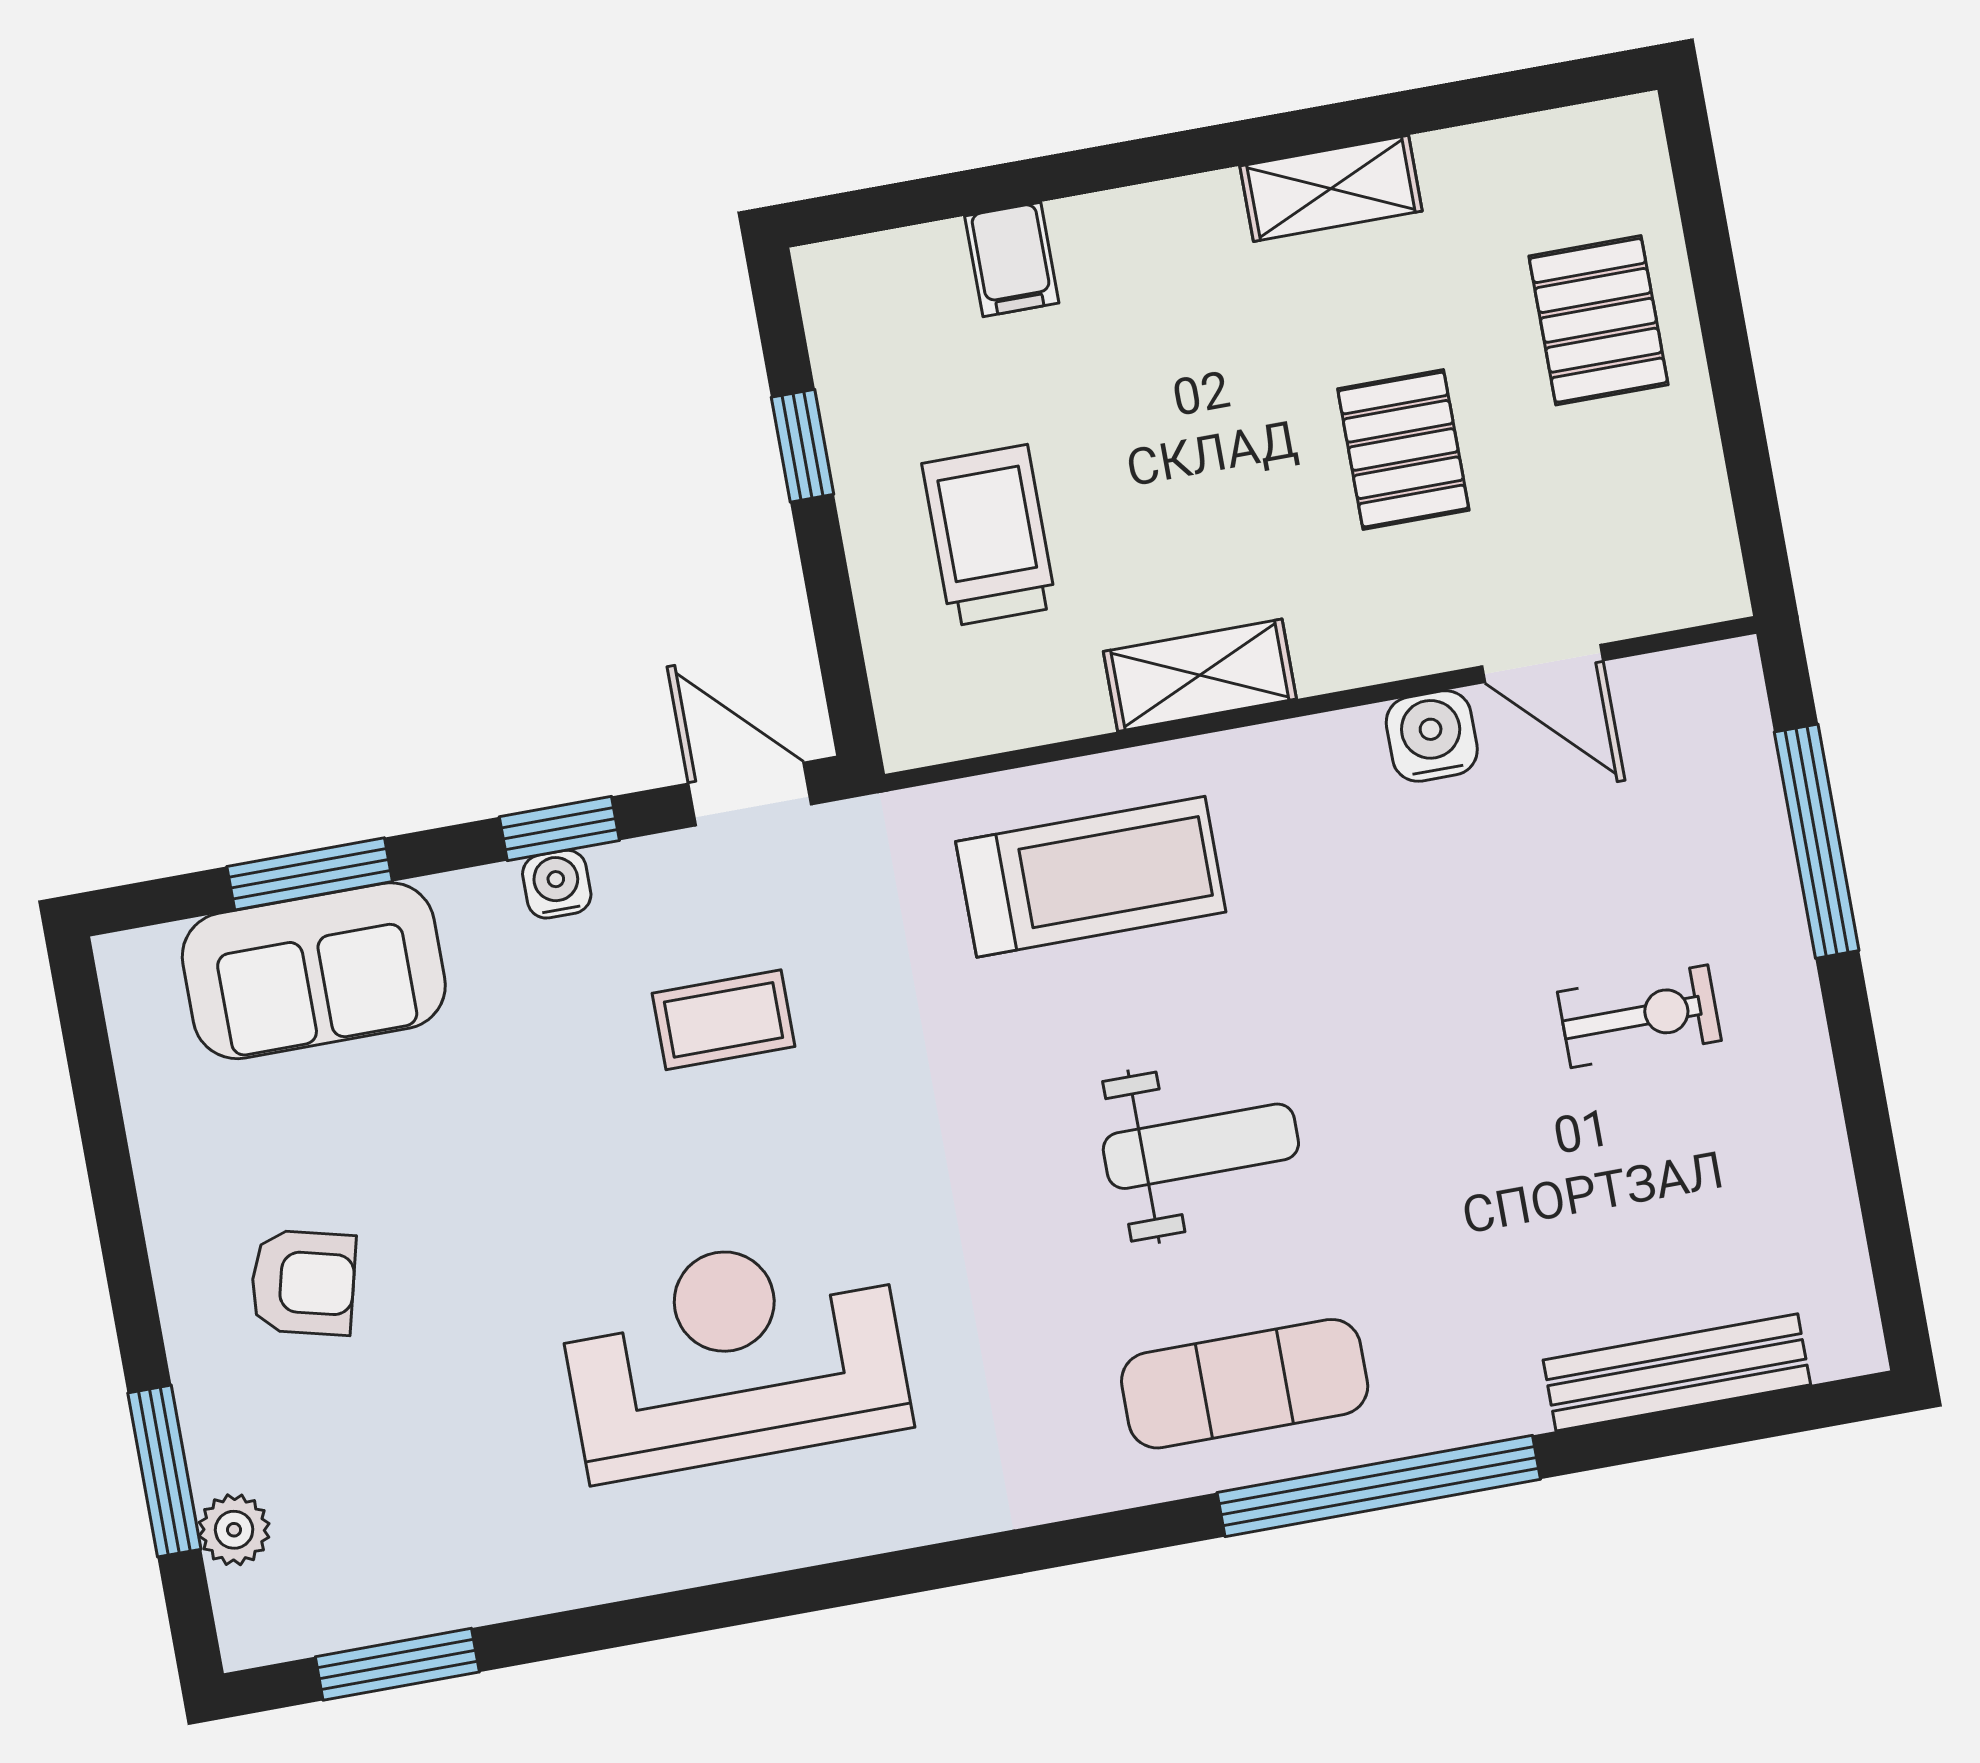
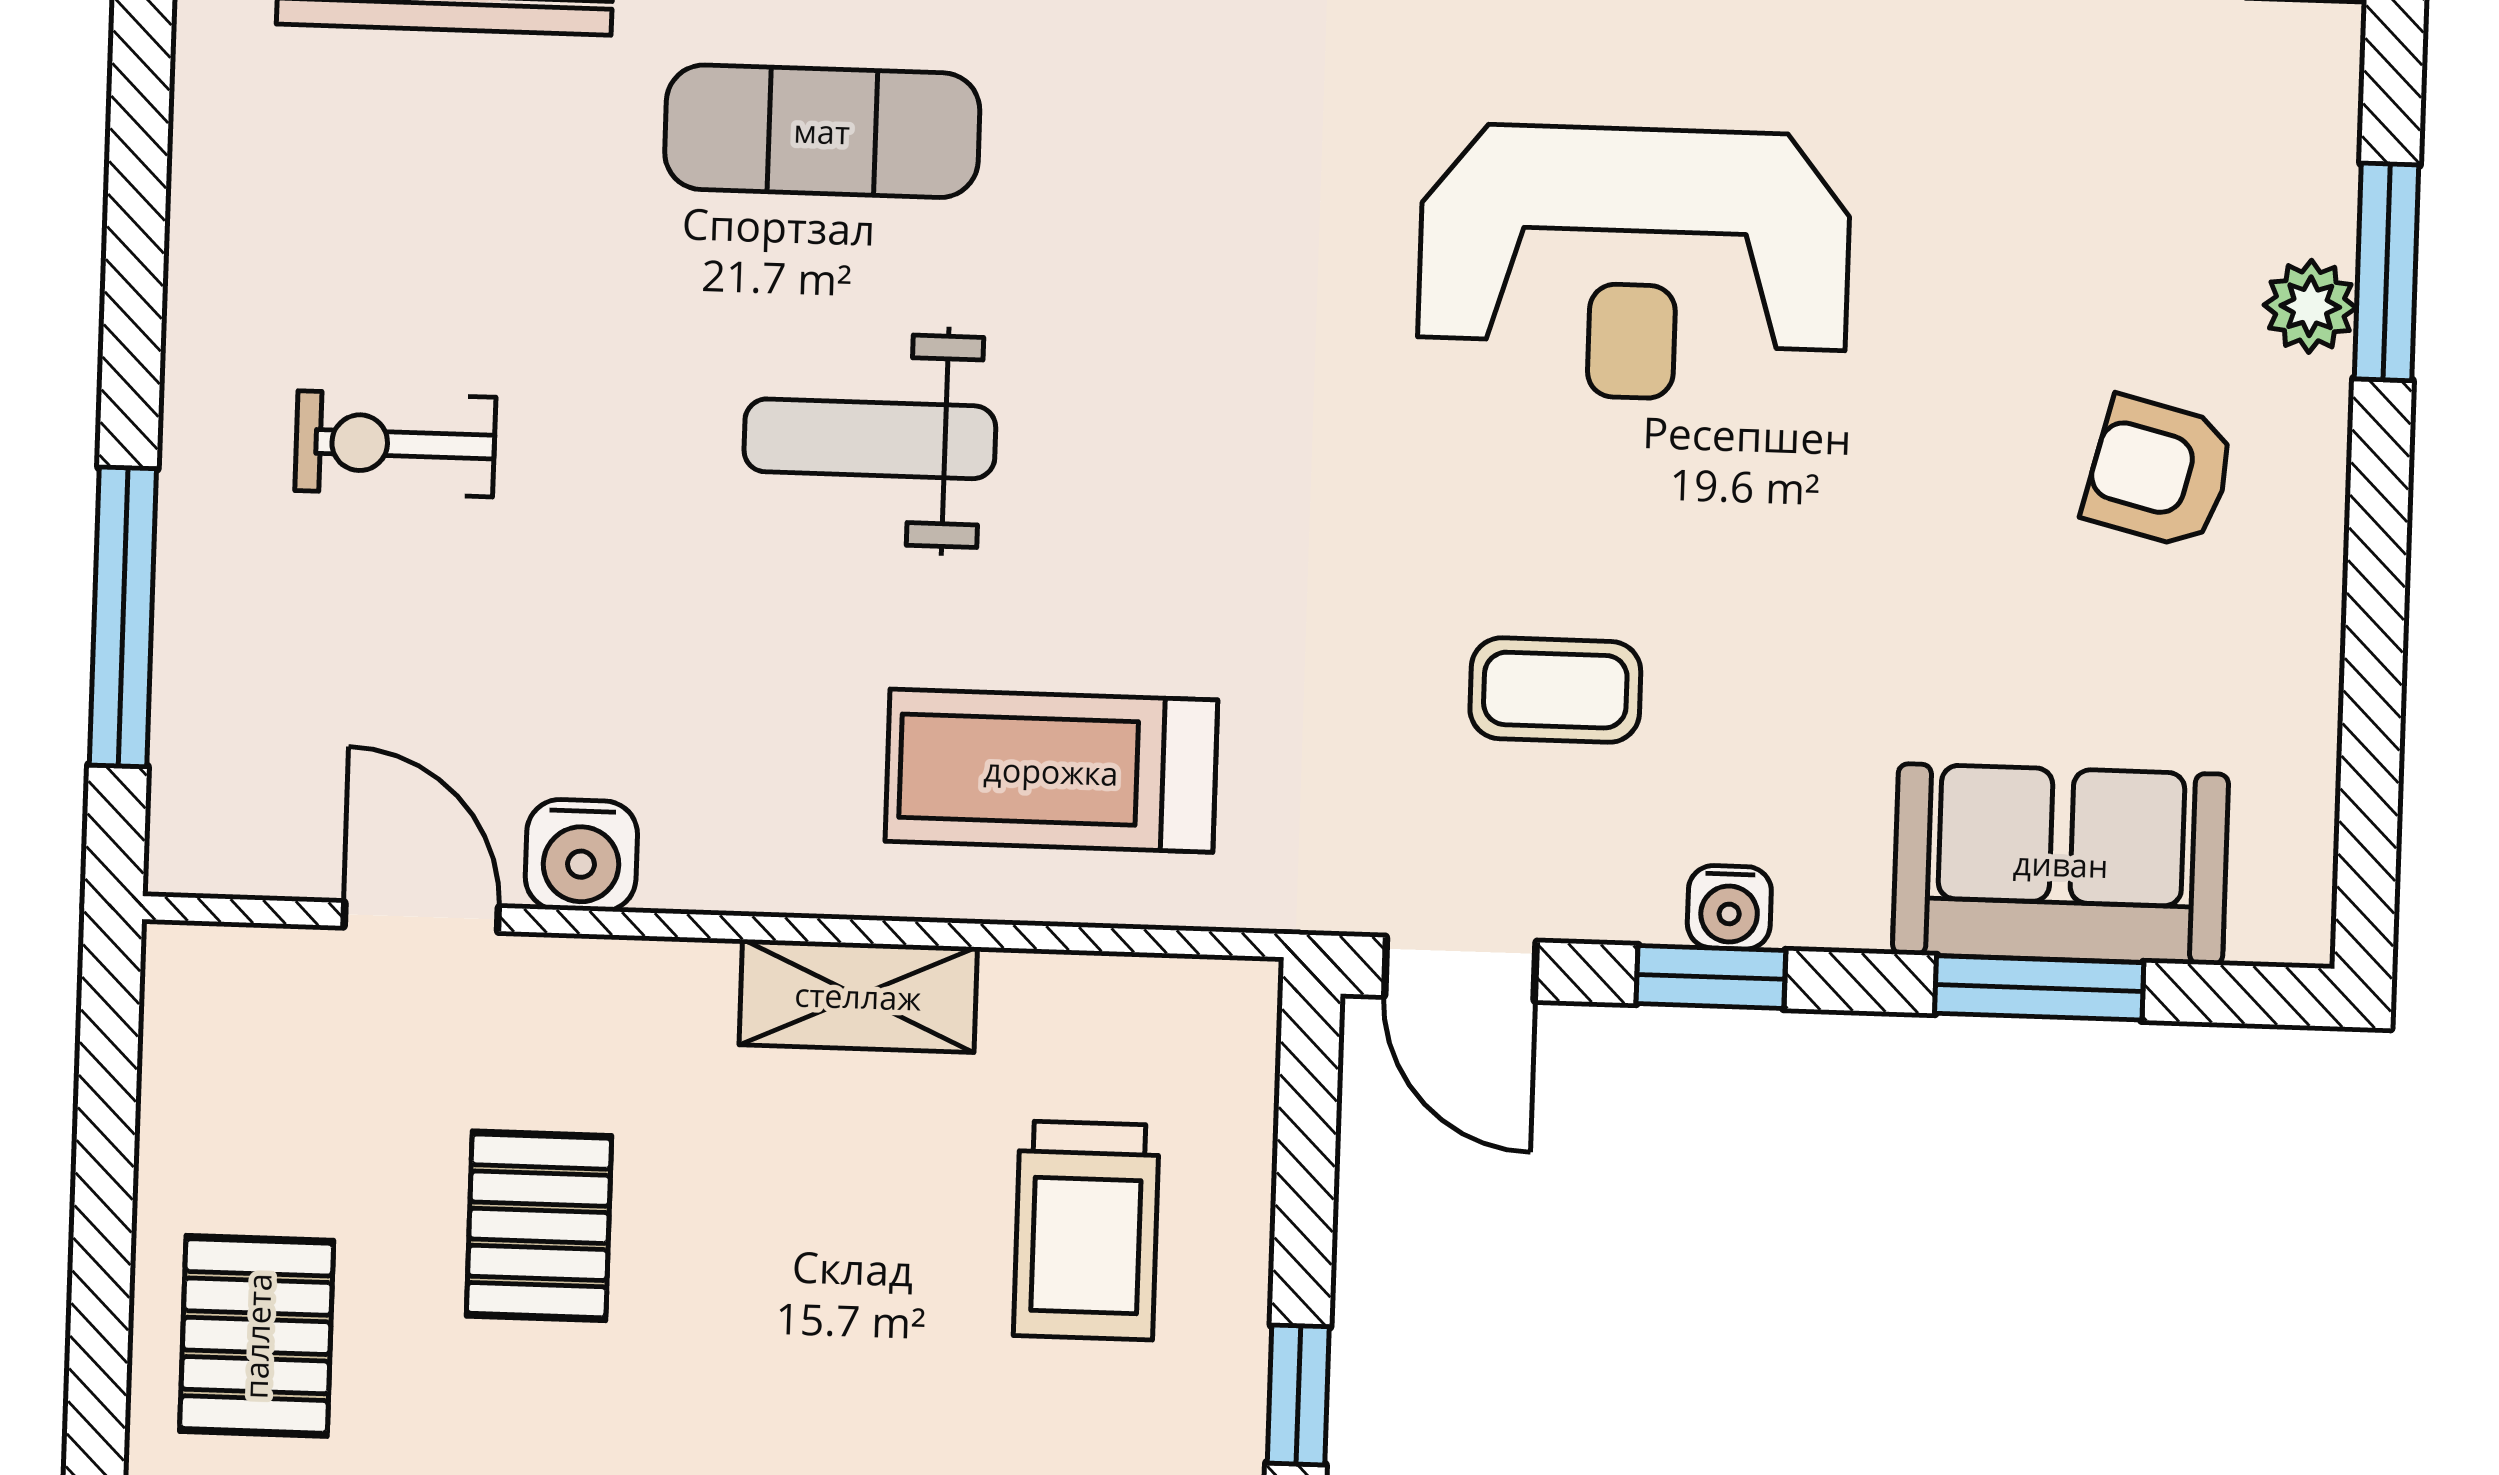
weight bench: (1201, 1146) -> (870, 439), moved
exercise mat: (1245, 1384) -> (822, 131), moved
plant: (234, 1530) -> (2310, 306), moved

